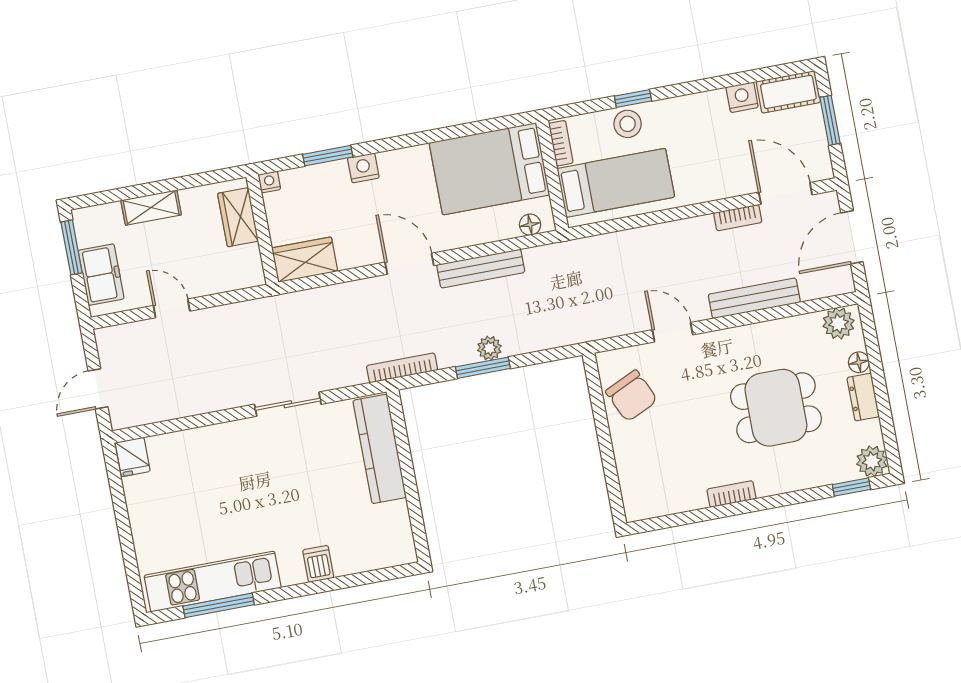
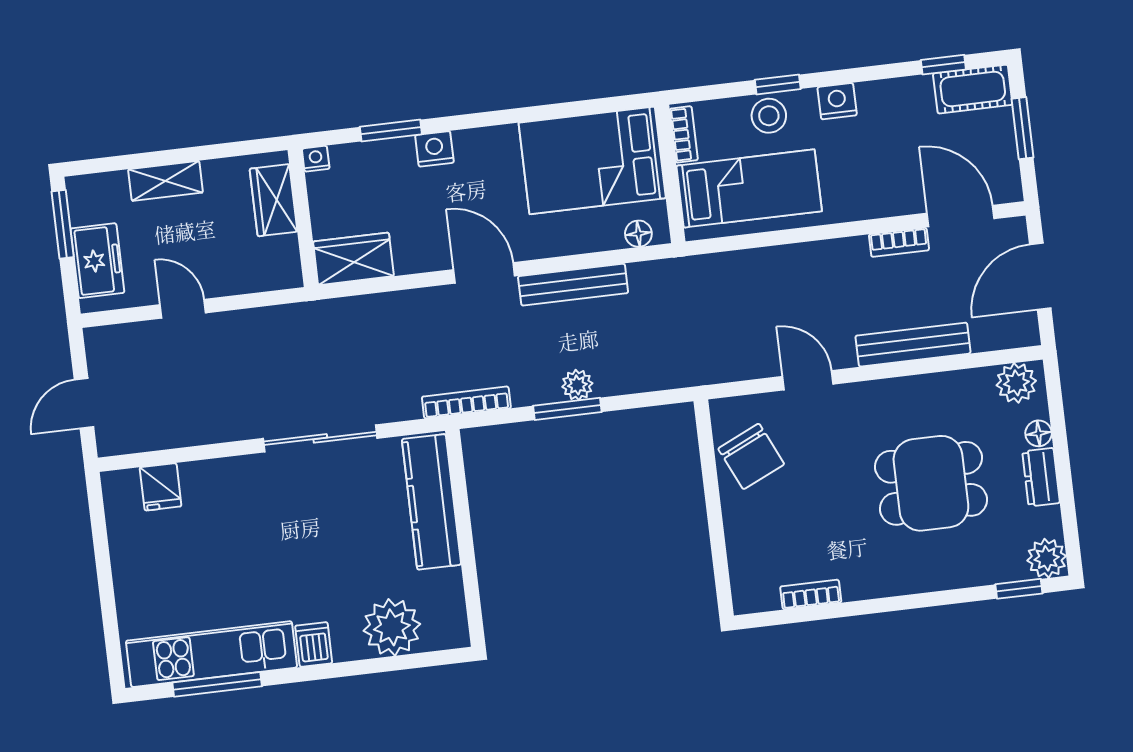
window: (764, 74) -> (943, 65), added
nightstand: (742, 97) -> (837, 101), moved
sliding door: (288, 404) -> (320, 438), width x1.37
fridge: (133, 457) -> (161, 487), moved
bookcase: (731, 494) -> (811, 594), moved
plant: (355, 551) -> (392, 627), added
dishwasher: (318, 564) -> (314, 644), moved

